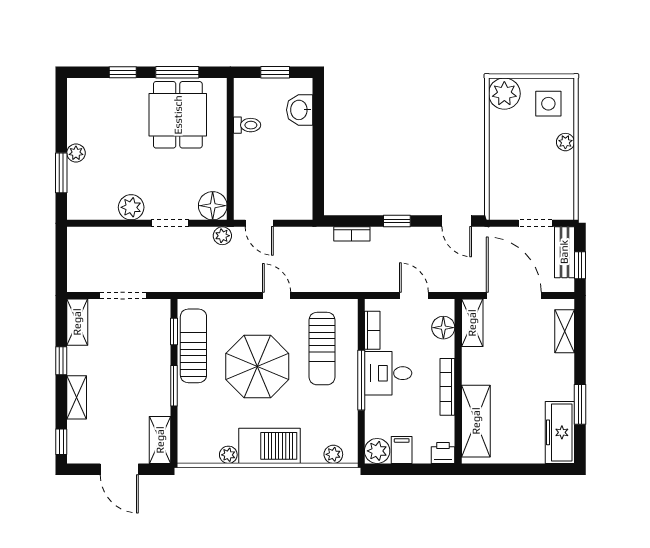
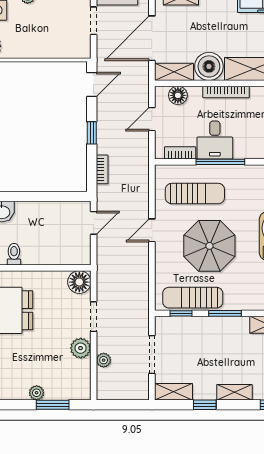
door: (259, 223) -> (94, 223), moved
plant: (222, 236) -> (104, 360), moved
boiler: (479, 366) -> (209, 66), added

